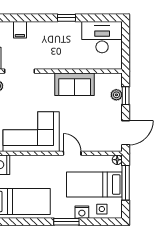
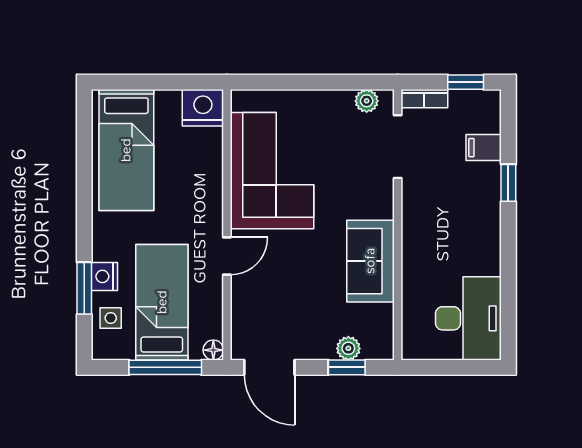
window: (66, 18) -> (508, 183), moved
window: (66, 222) -> (84, 288), moved

